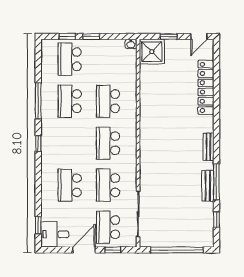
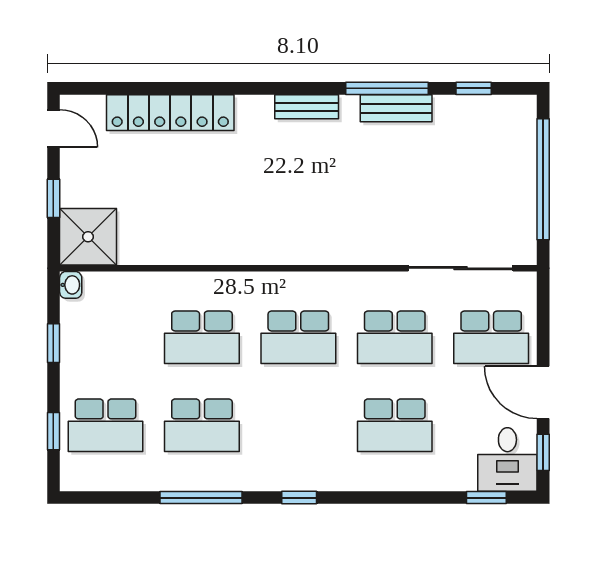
window: (91, 37) -> (53, 343), moved
window: (113, 250) -> (543, 452), moved

